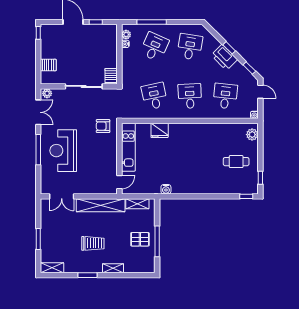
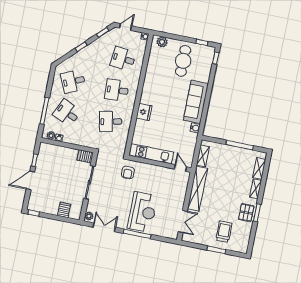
desk: (190, 47) -> (73, 81), turned -33
printer: (224, 57) -> (89, 53), removed
fridge: (160, 130) -> (144, 112), moved
reception desk: (63, 151) -> (142, 212), turned -90
cafe table: (236, 162) -> (183, 61), width x1.37, depth x1.35
sofa: (194, 184) -> (196, 102), added
pallet: (140, 239) -> (246, 213), moved
trolley: (93, 243) -> (224, 232), moved
shelving: (52, 268) -> (259, 169), moved

